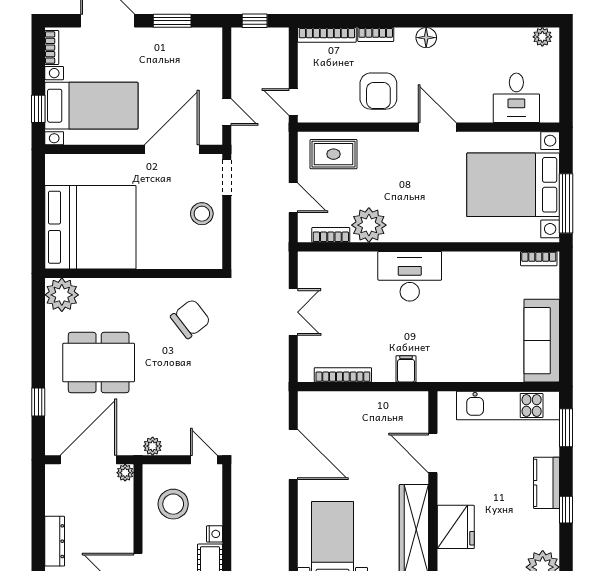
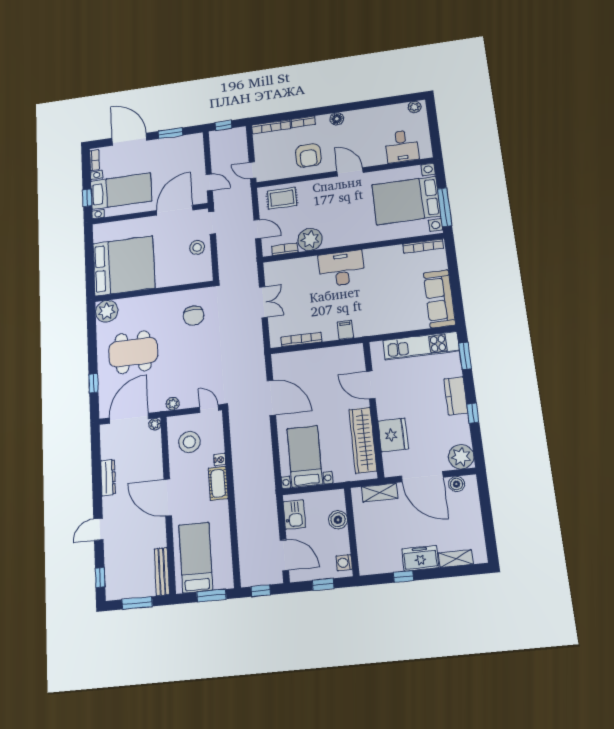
bookcase: (539, 259) -> (423, 246), width x1.56
chair: (190, 319) -> (194, 316), turned 128

